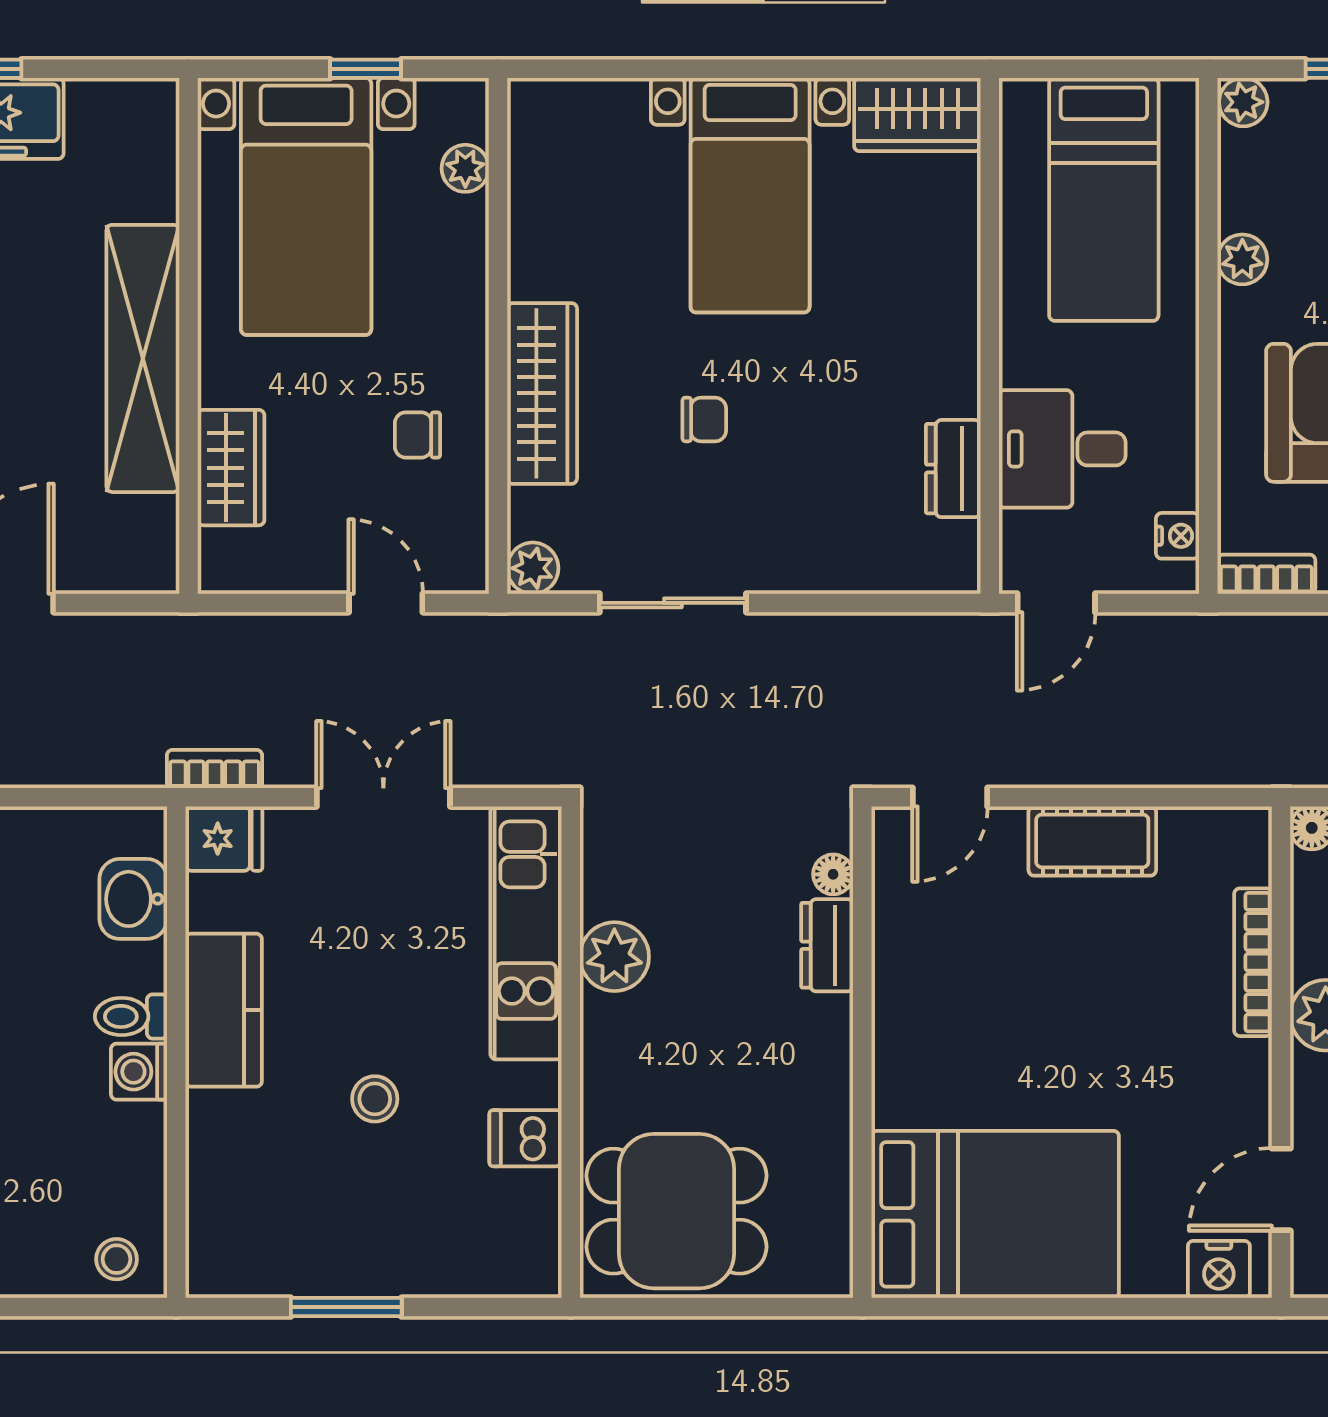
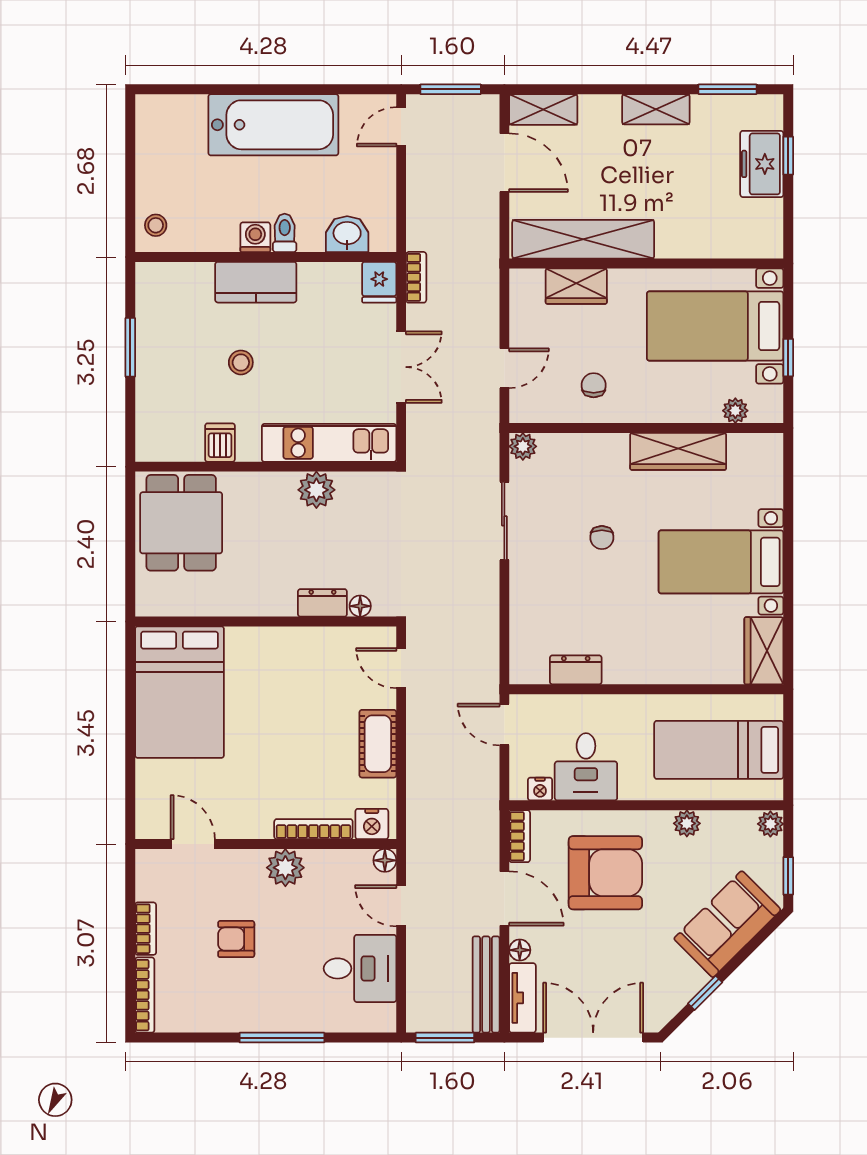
shelving: (143, 358) -> (583, 239), moved
wardrobe: (542, 393) -> (678, 451), moved
desk: (1062, 449) -> (586, 767), moved, turned 180
kitchen counter: (224, 1010) -> (256, 282), moved
nightstand: (1219, 1269) -> (372, 824), moved, turned -90

